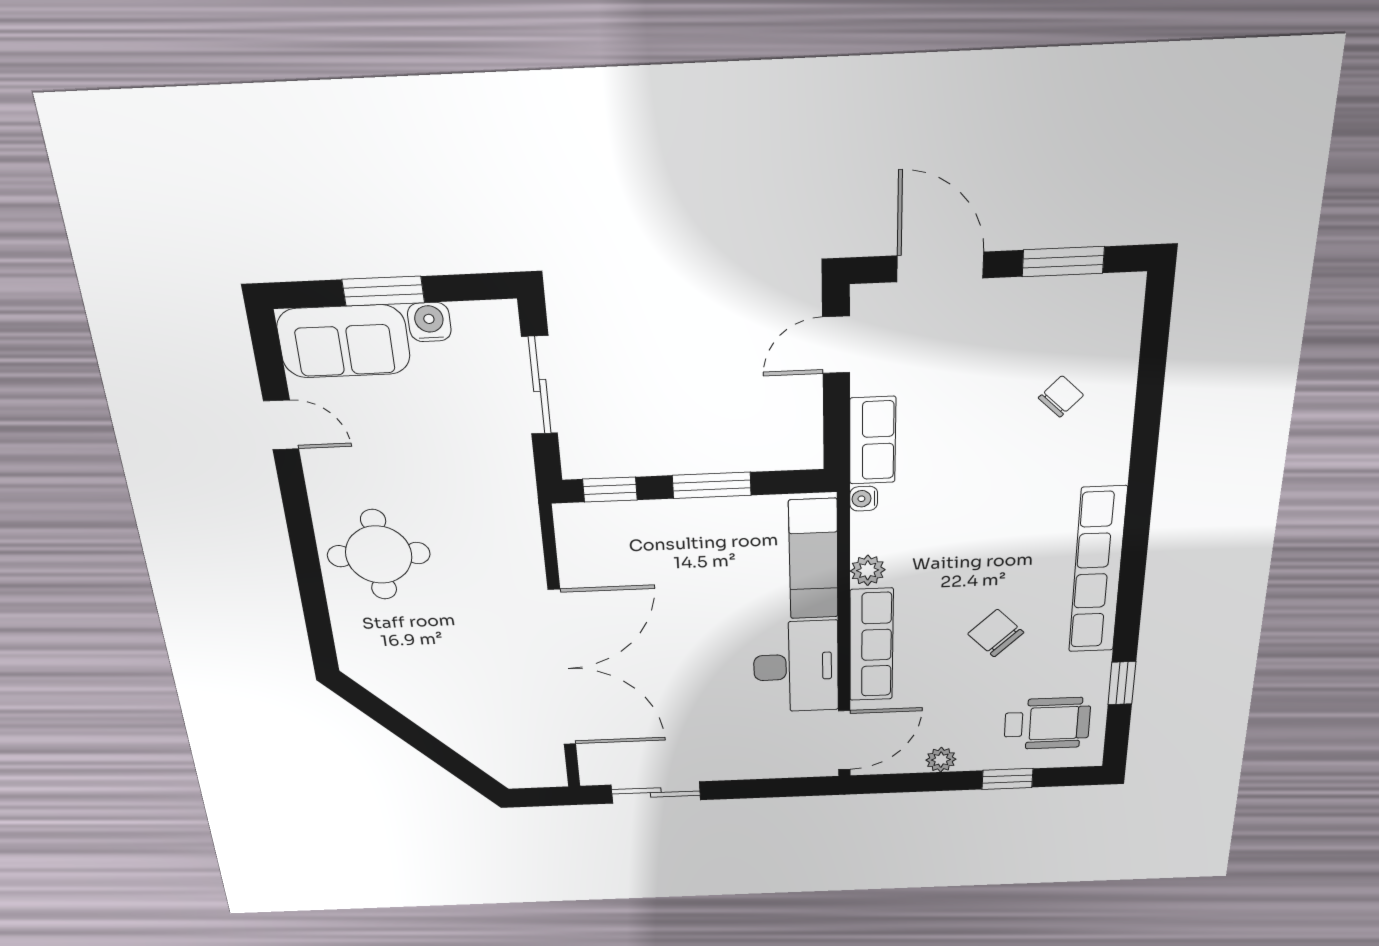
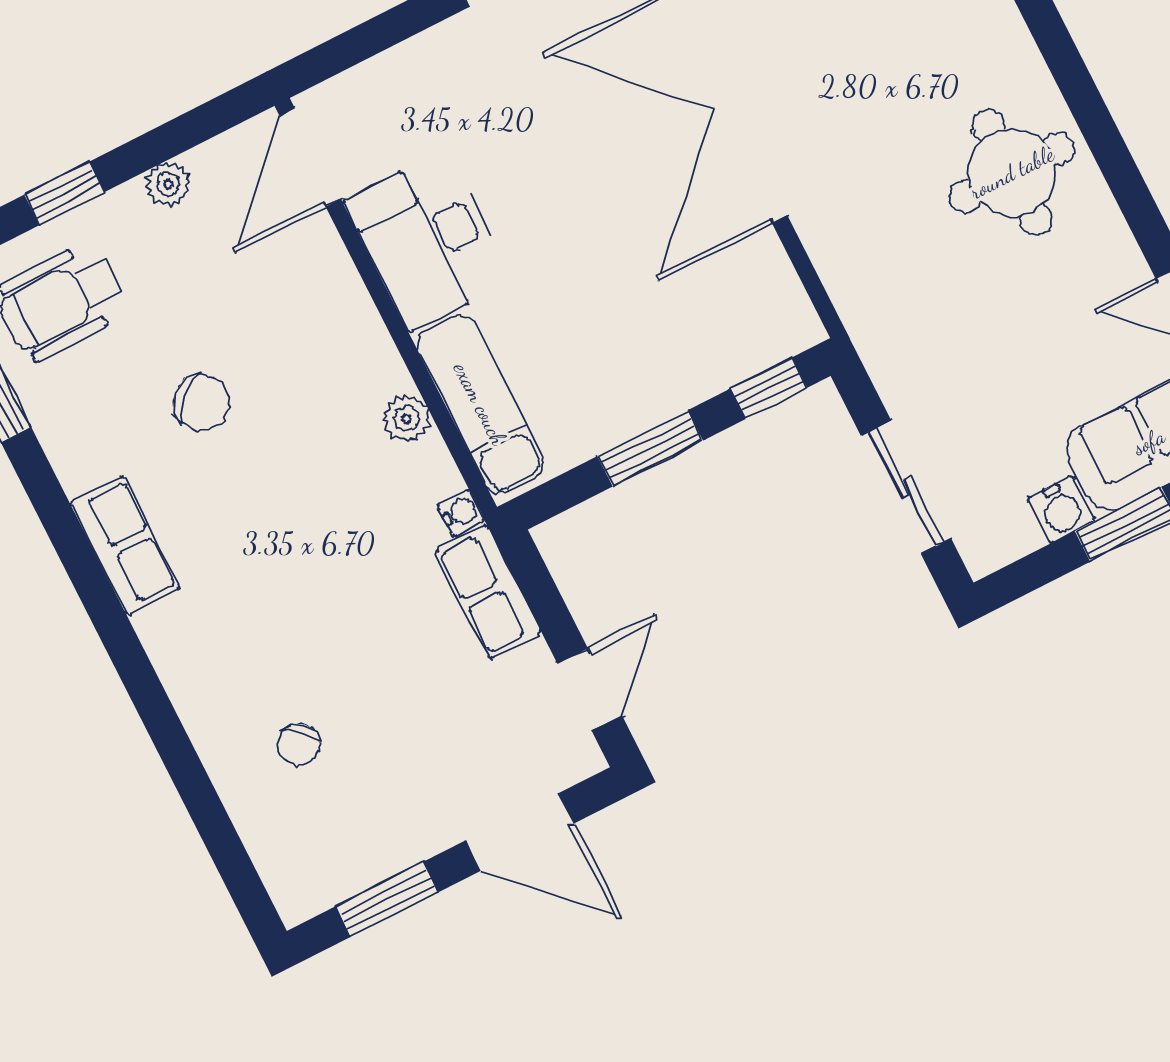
row of seats: (1098, 571) -> (125, 545), width x0.50
row of seats: (871, 645) -> (348, 316), removed

